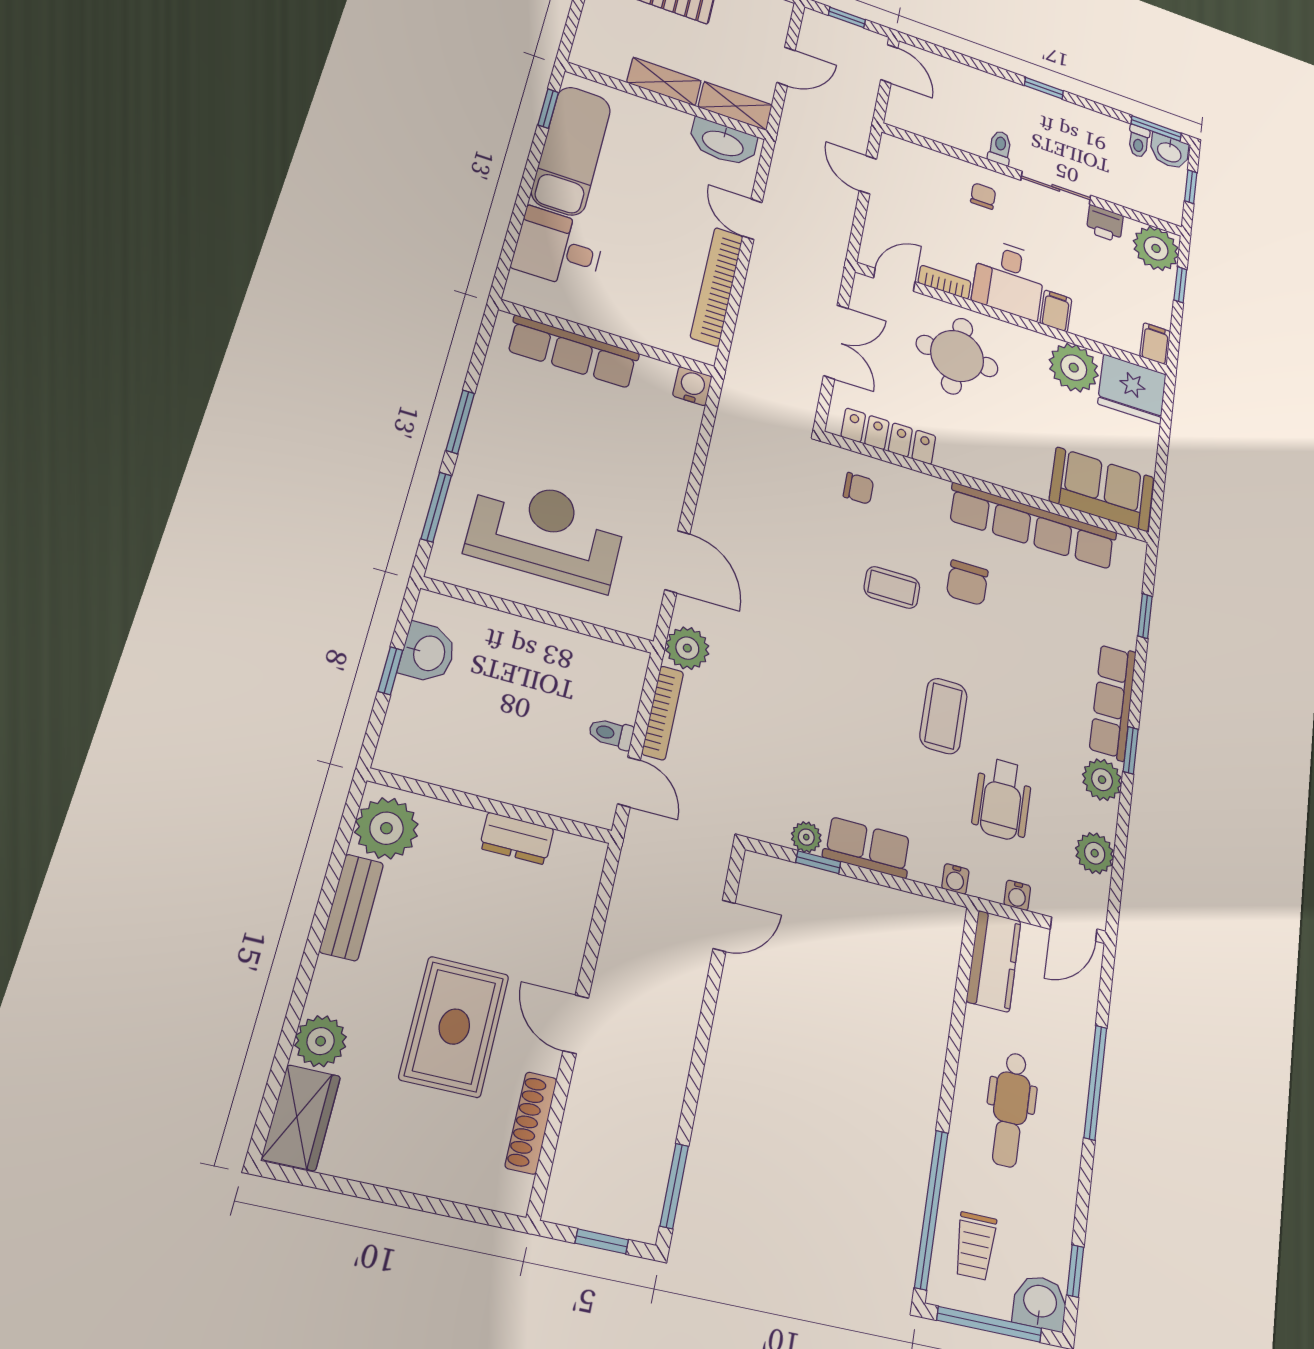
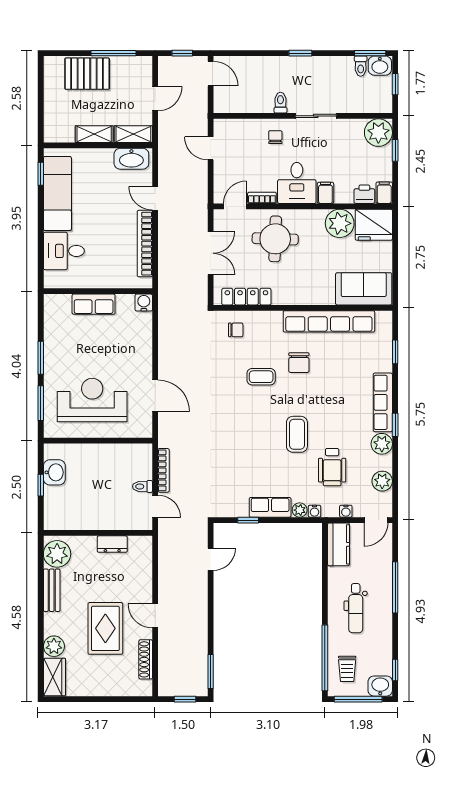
printer: (1105, 224) -> (364, 194), moved, turned 180
row of seats: (573, 352) -> (94, 304), width x0.68
plant: (687, 648) -> (168, 436), removed
plant: (806, 837) -> (300, 510), moved

